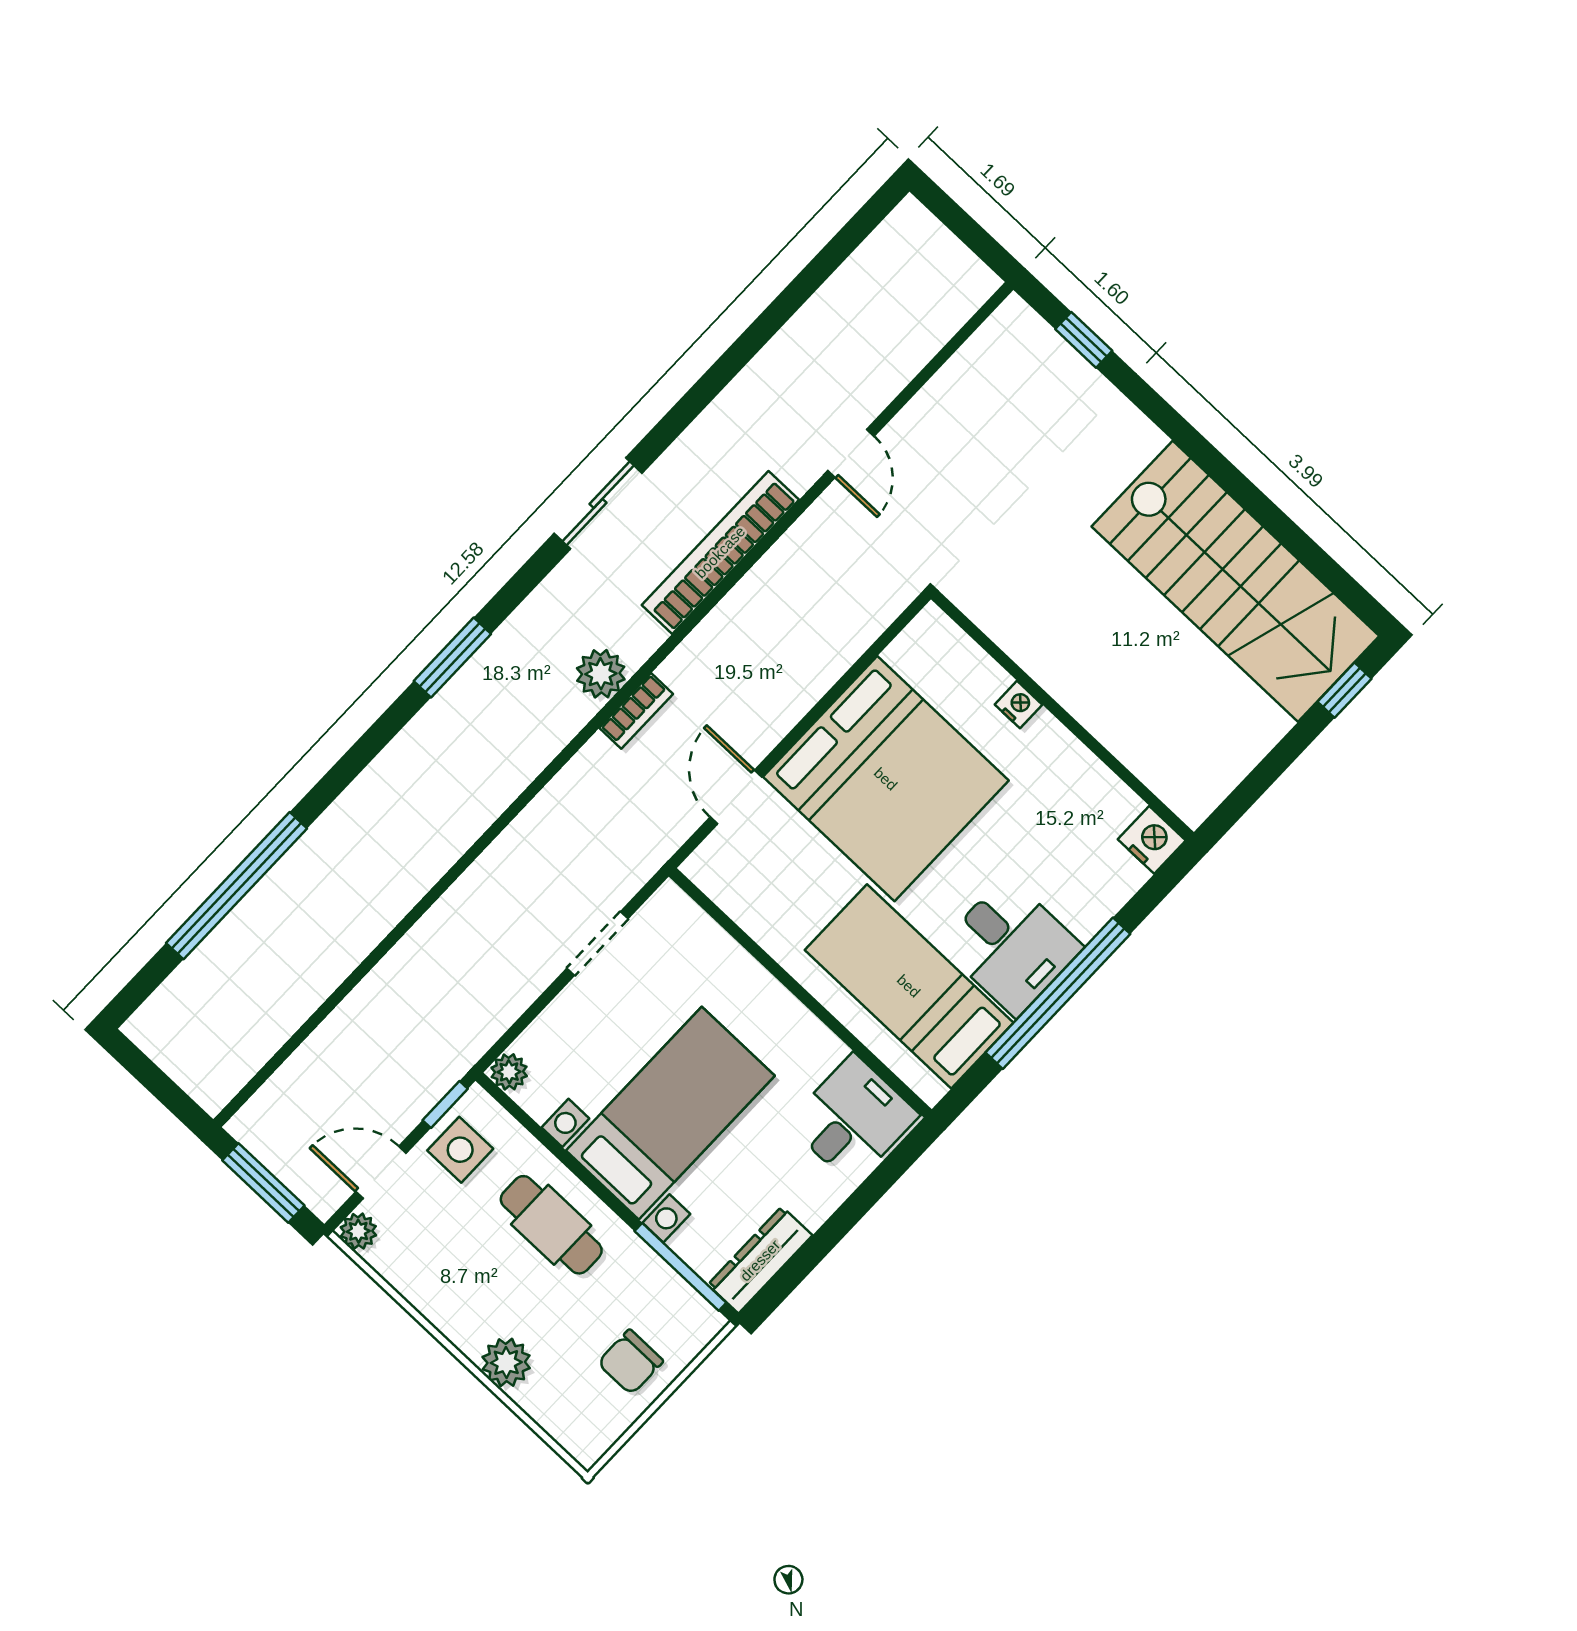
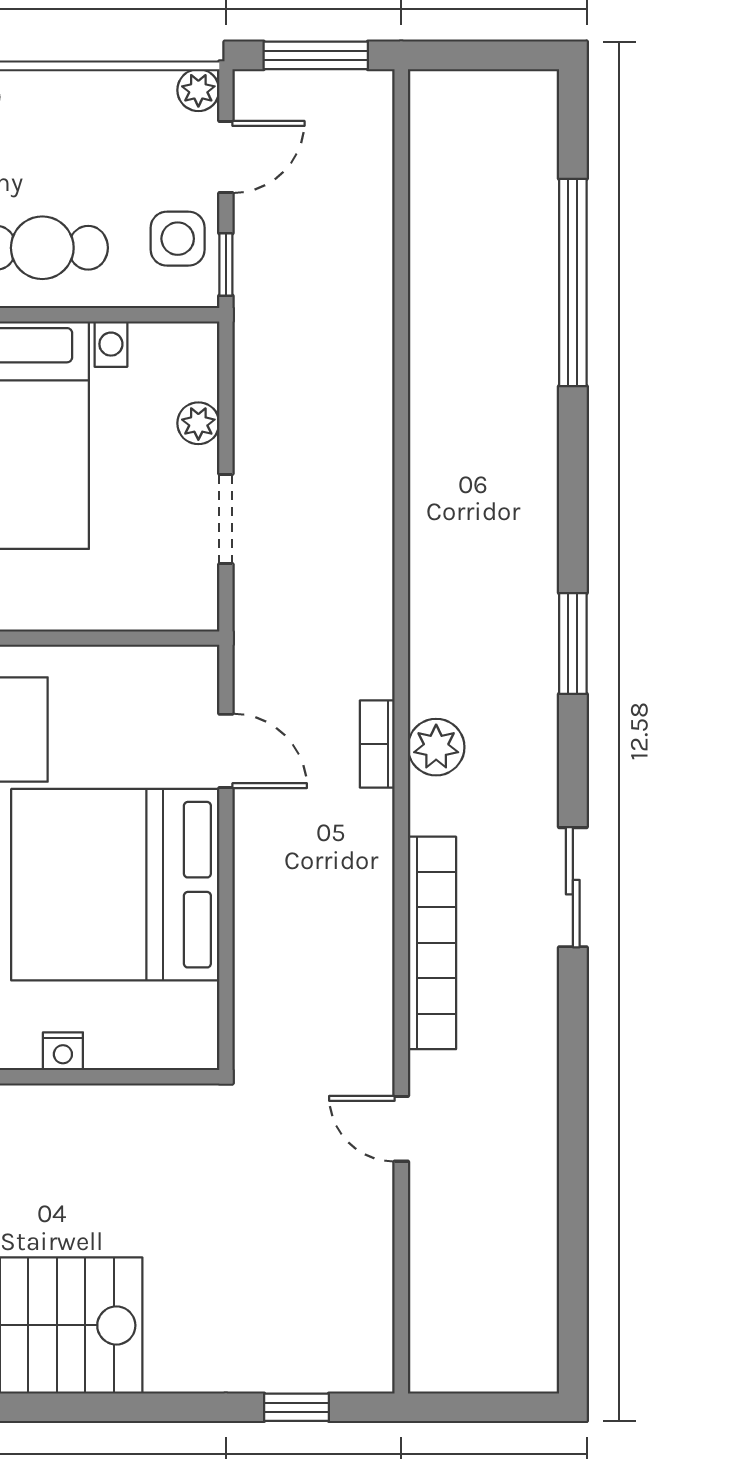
plant: (509, 1072) -> (198, 423), moved

